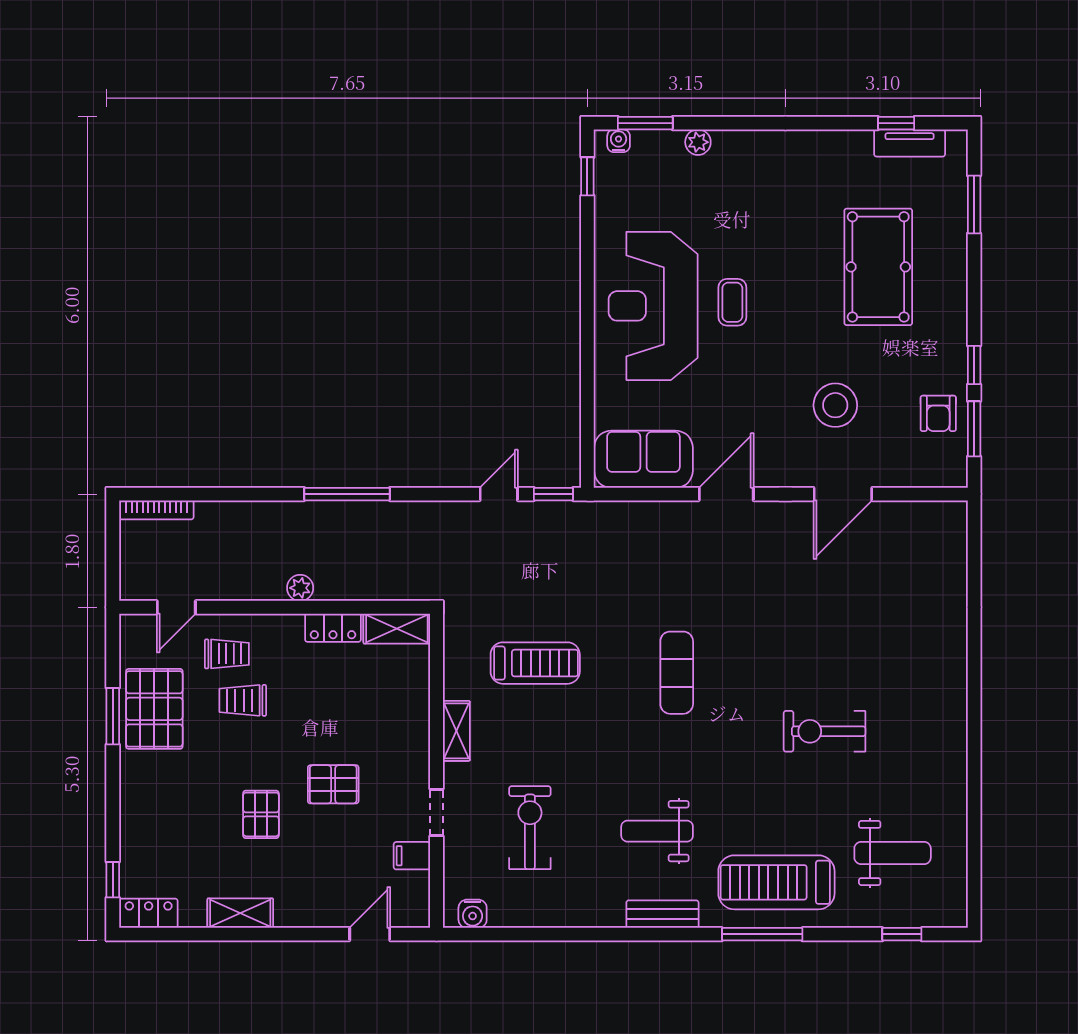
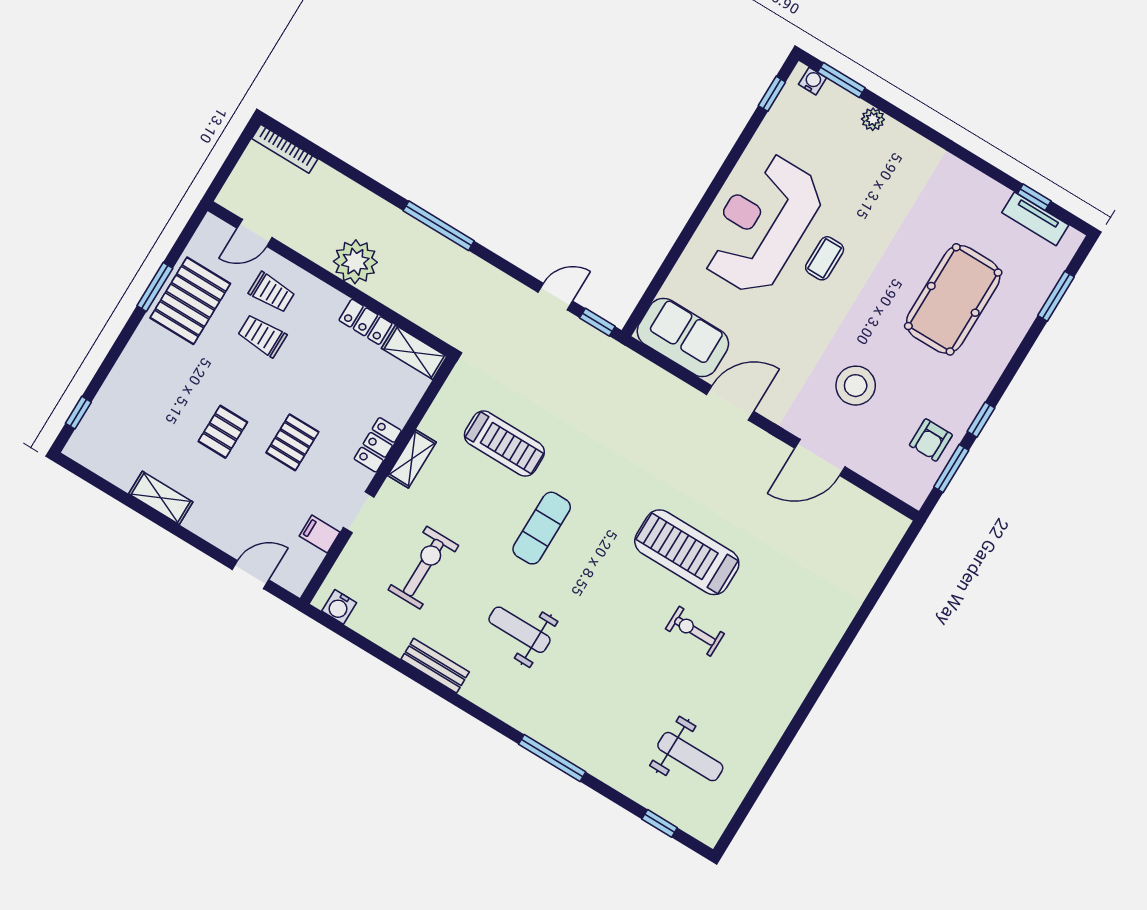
plant: (300, 588) -> (355, 262), width x1.88, depth x1.88
exercise mat: (677, 673) -> (542, 528), moved
exercise bike: (825, 731) -> (695, 631), width x0.73, depth x0.72
pallet: (333, 784) -> (292, 442), turned 90
treadmill: (776, 882) -> (687, 552), moved
locker: (149, 913) -> (378, 445), moved, turned -90
bench: (662, 914) -> (435, 666), moved

